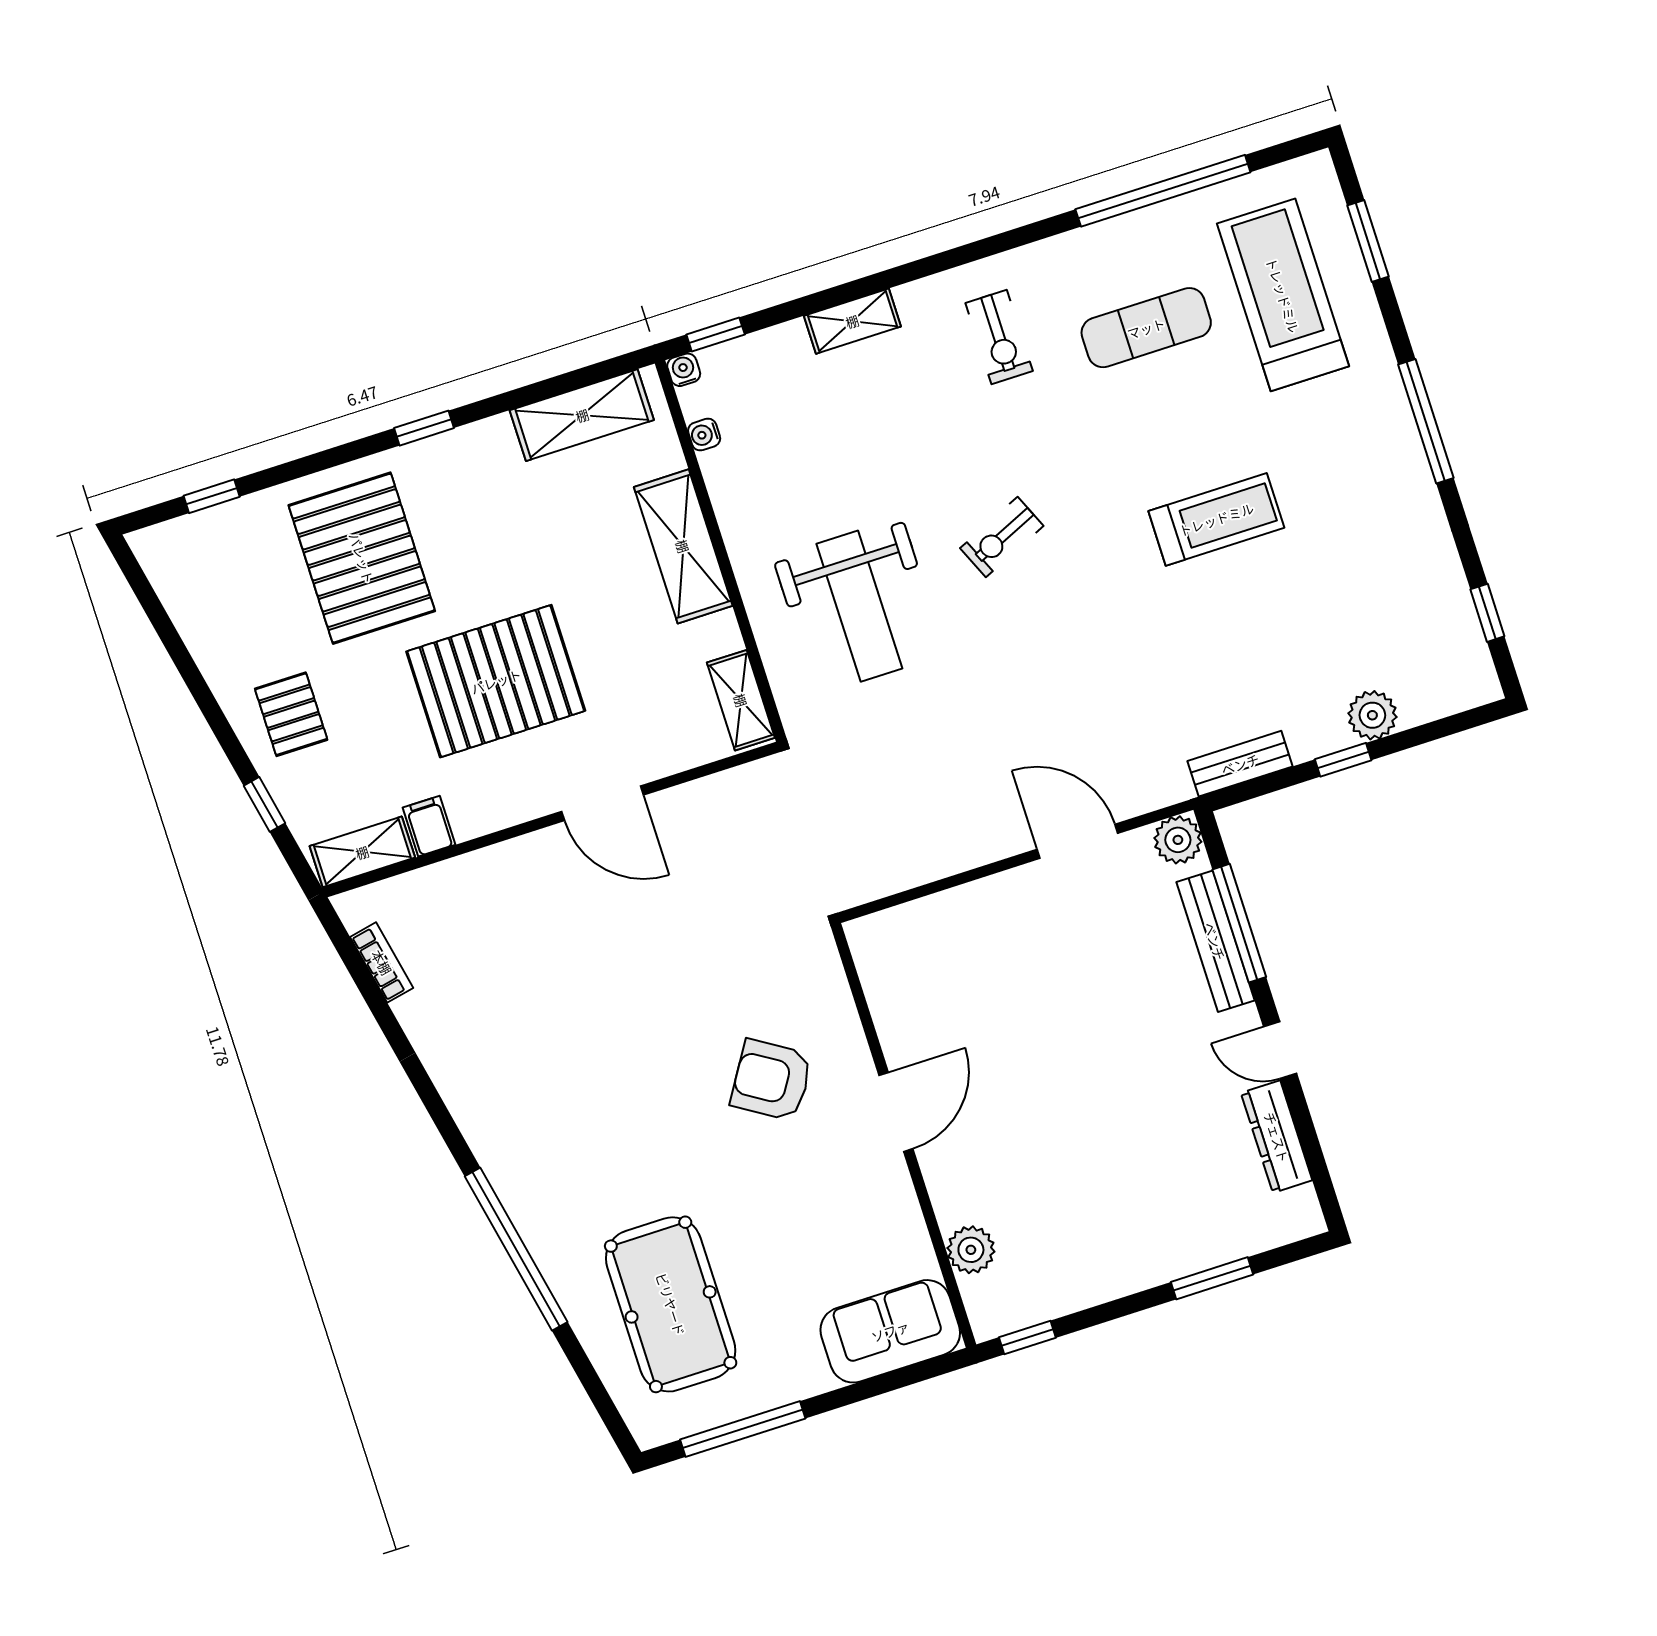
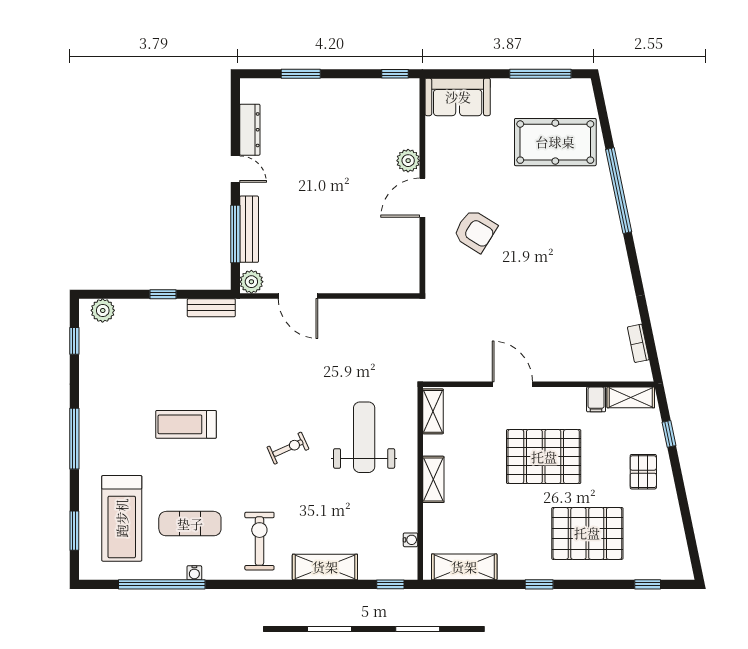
shelving: (852, 321) -> (325, 567), width x1.50, depth x1.33
exercise bike: (999, 337) -> (259, 541), width x1.38, depth x1.39
water cooler: (684, 370) -> (194, 573), moved
shelving: (683, 546) -> (433, 479), width x0.67, depth x0.75
pallet: (362, 558) -> (587, 533), turned 90
plant: (1372, 715) -> (103, 310), moved
plant: (971, 1250) -> (408, 161), moved
pool table: (671, 1304) -> (555, 142), turned 90

